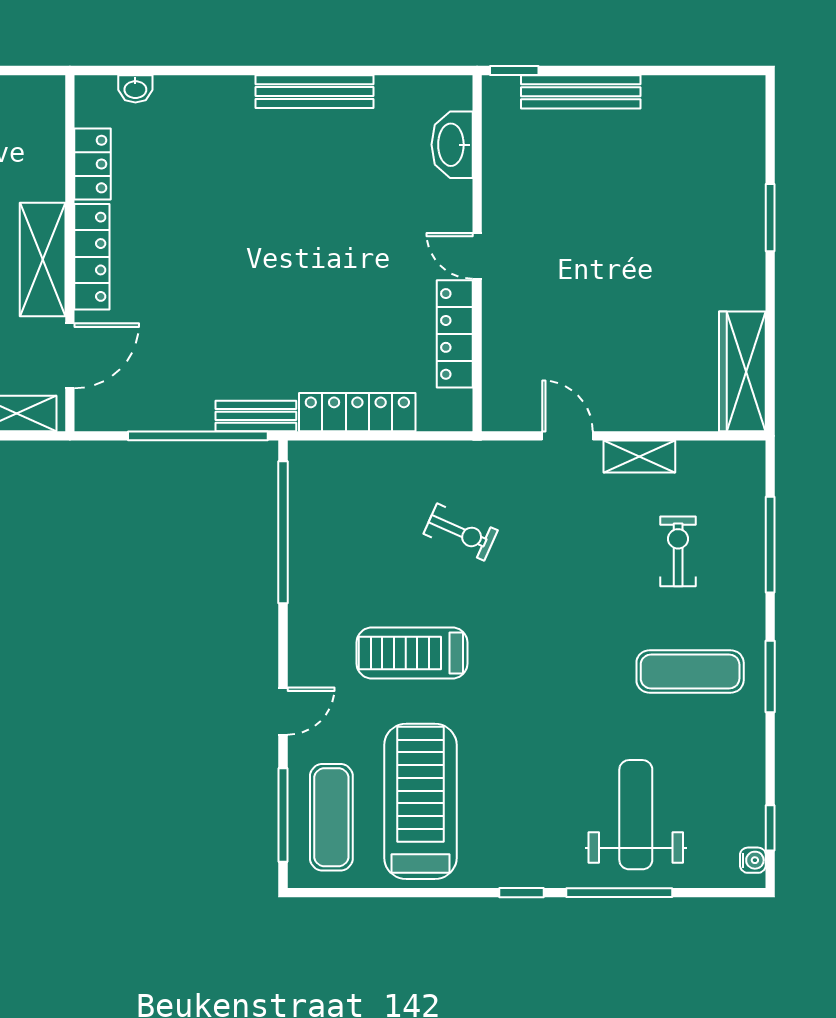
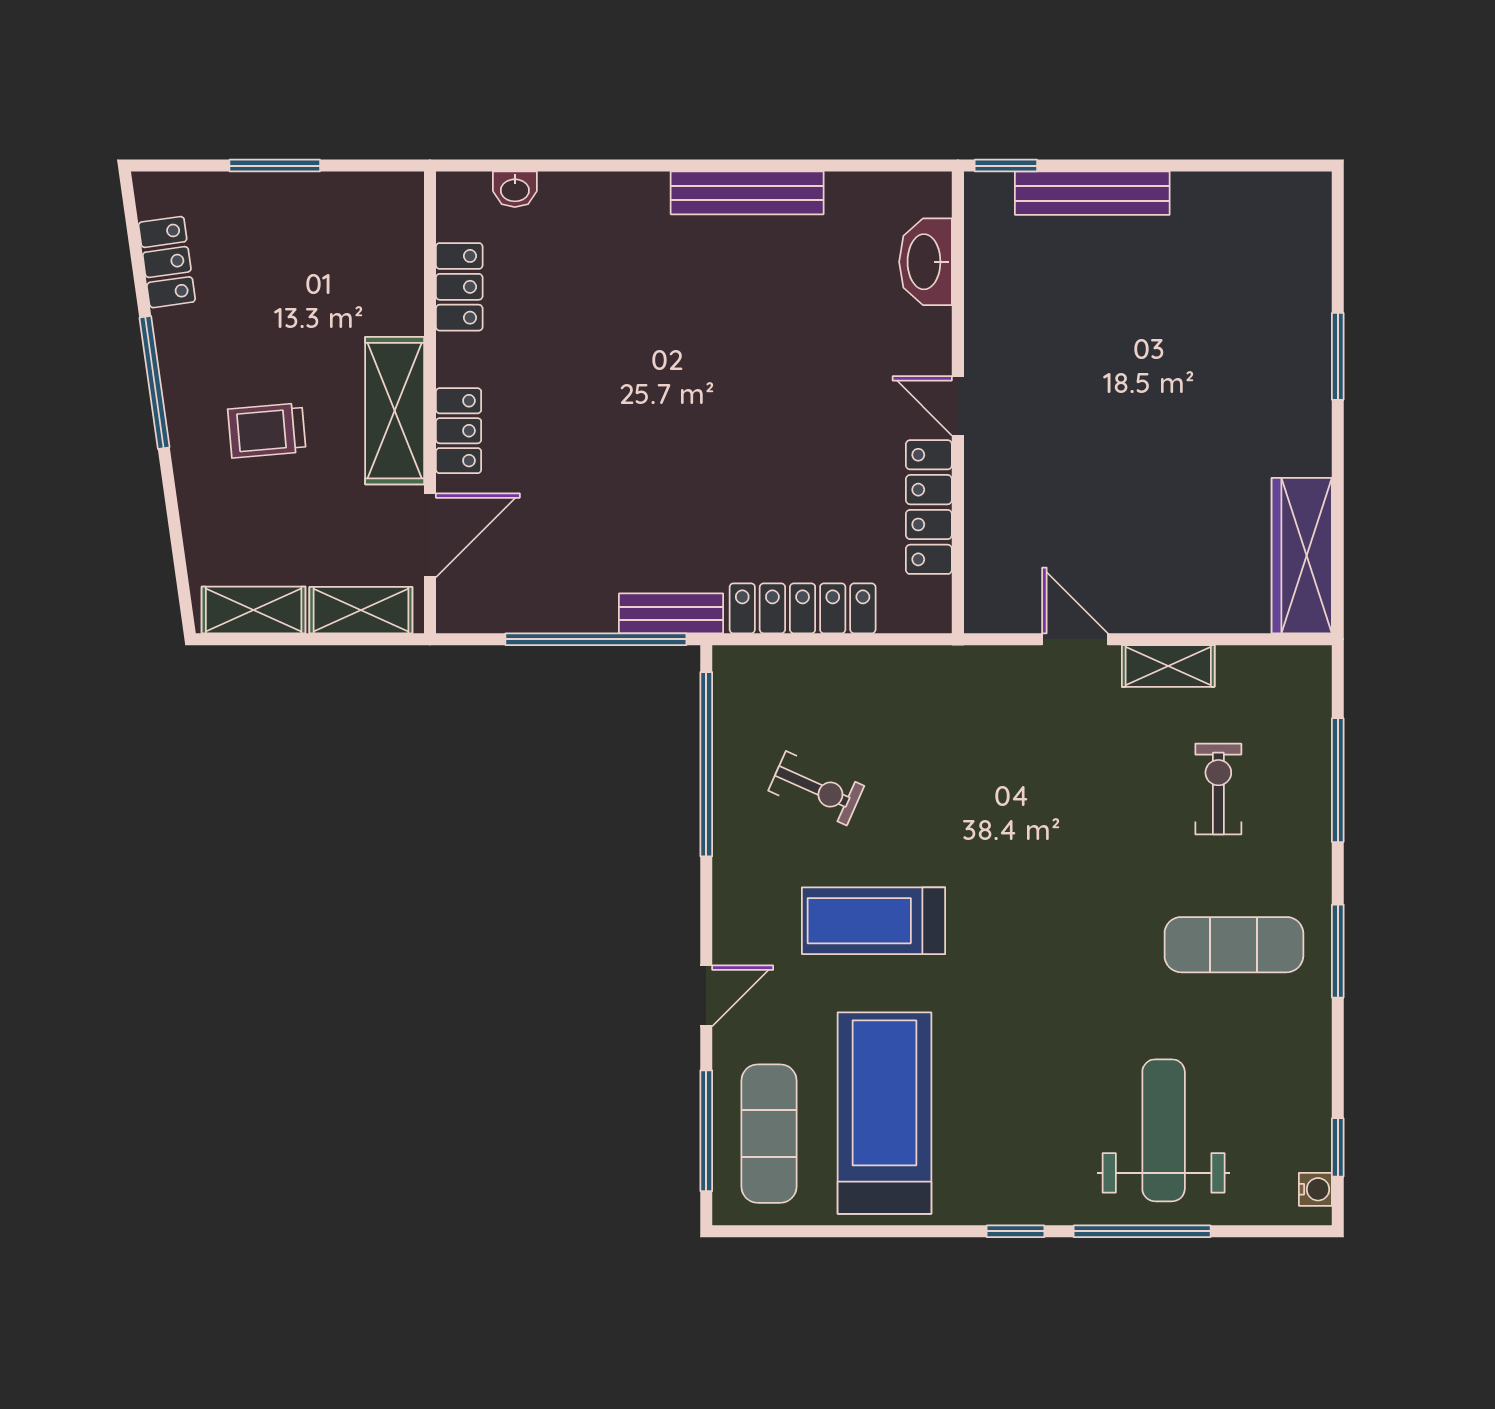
locker: (92, 257) -> (459, 431), width x0.66
exercise bike: (461, 532) -> (816, 788), moved

